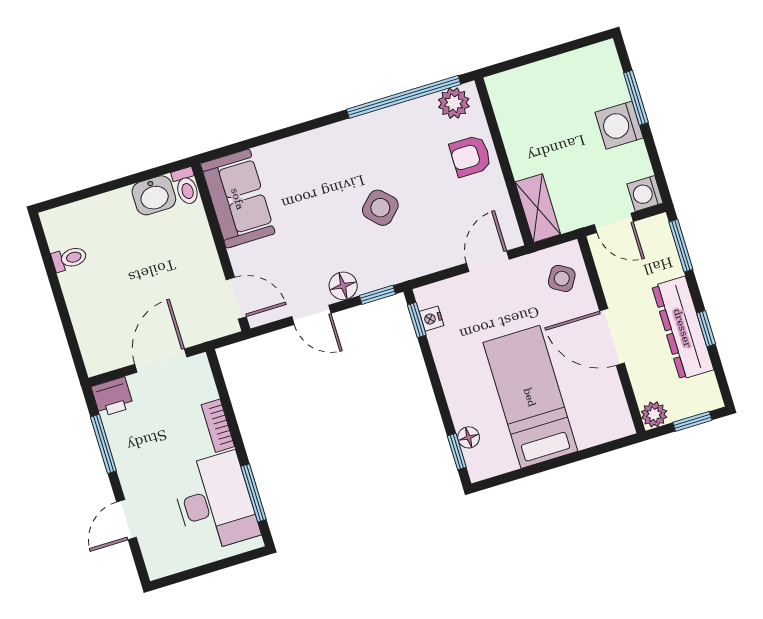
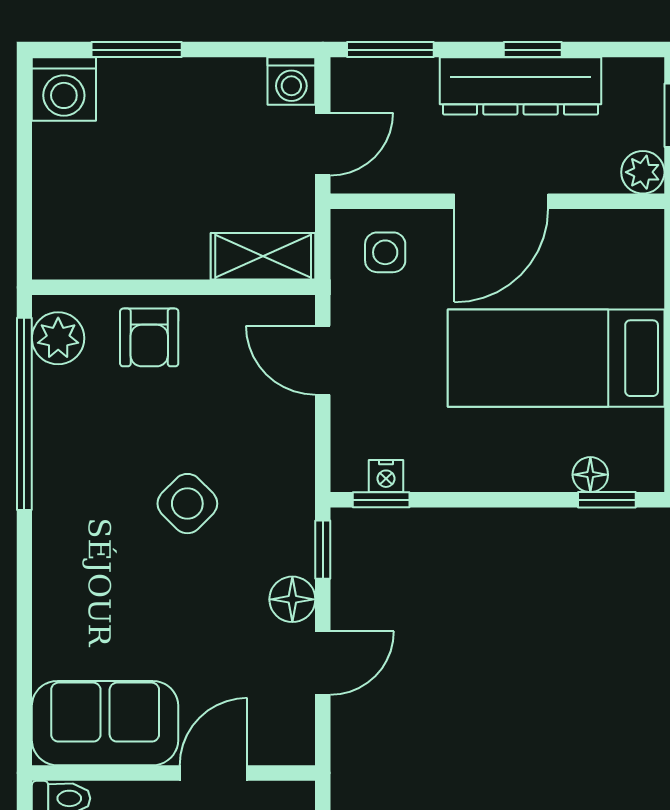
washing machine: (619, 125) -> (64, 89), moved
side table: (562, 278) -> (385, 252), turned -31
door: (236, 298) -> (214, 773), moved

